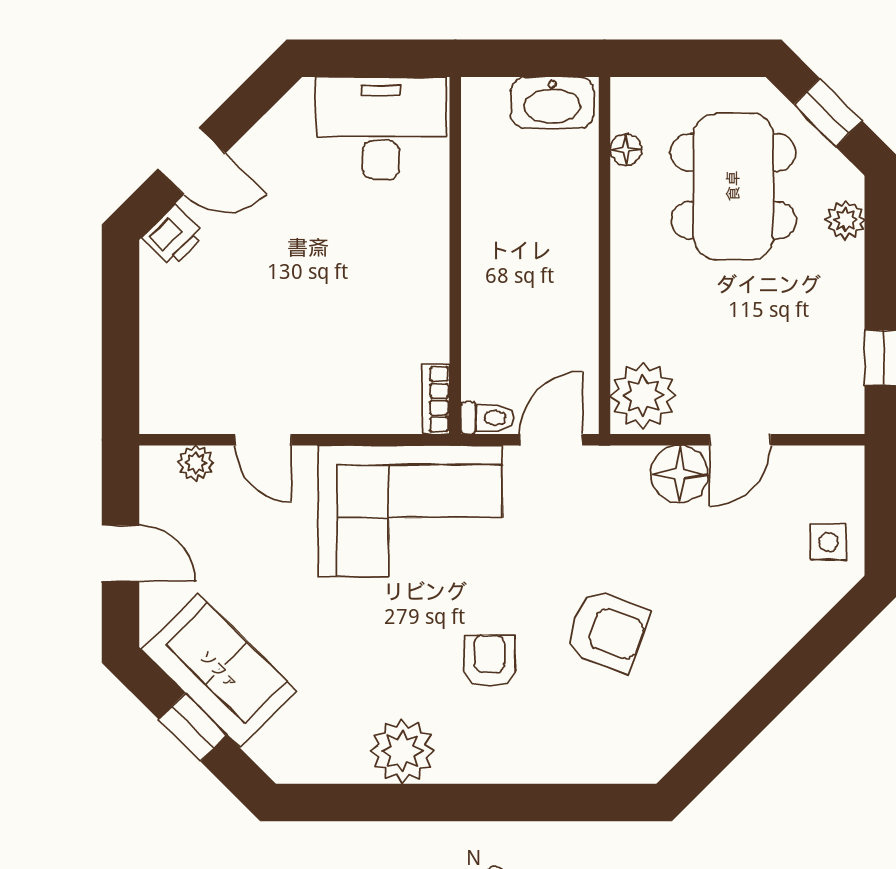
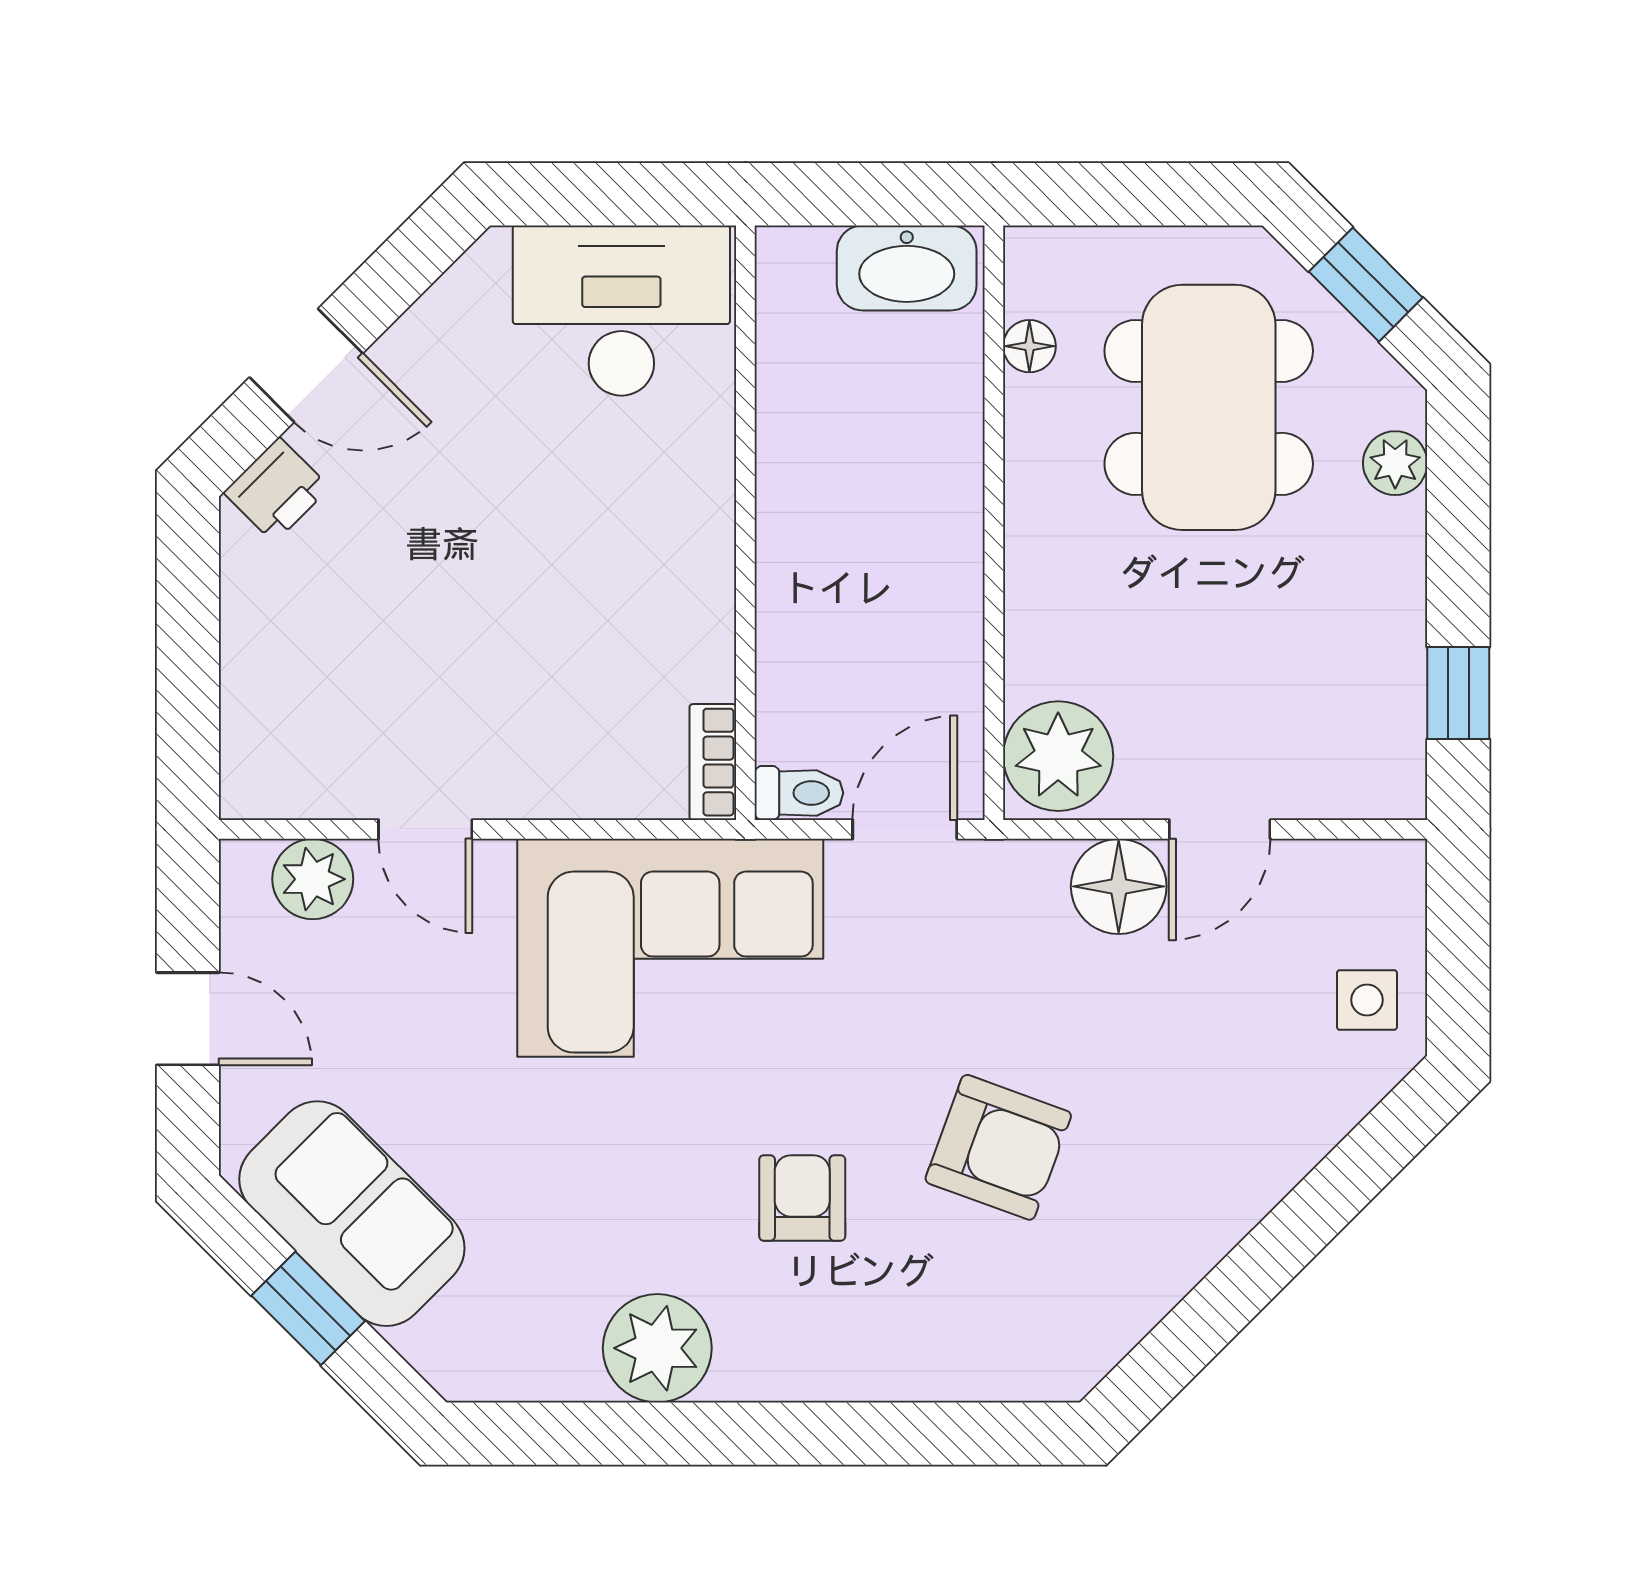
plant: (196, 463) -> (313, 879), width x1.38, depth x1.38

